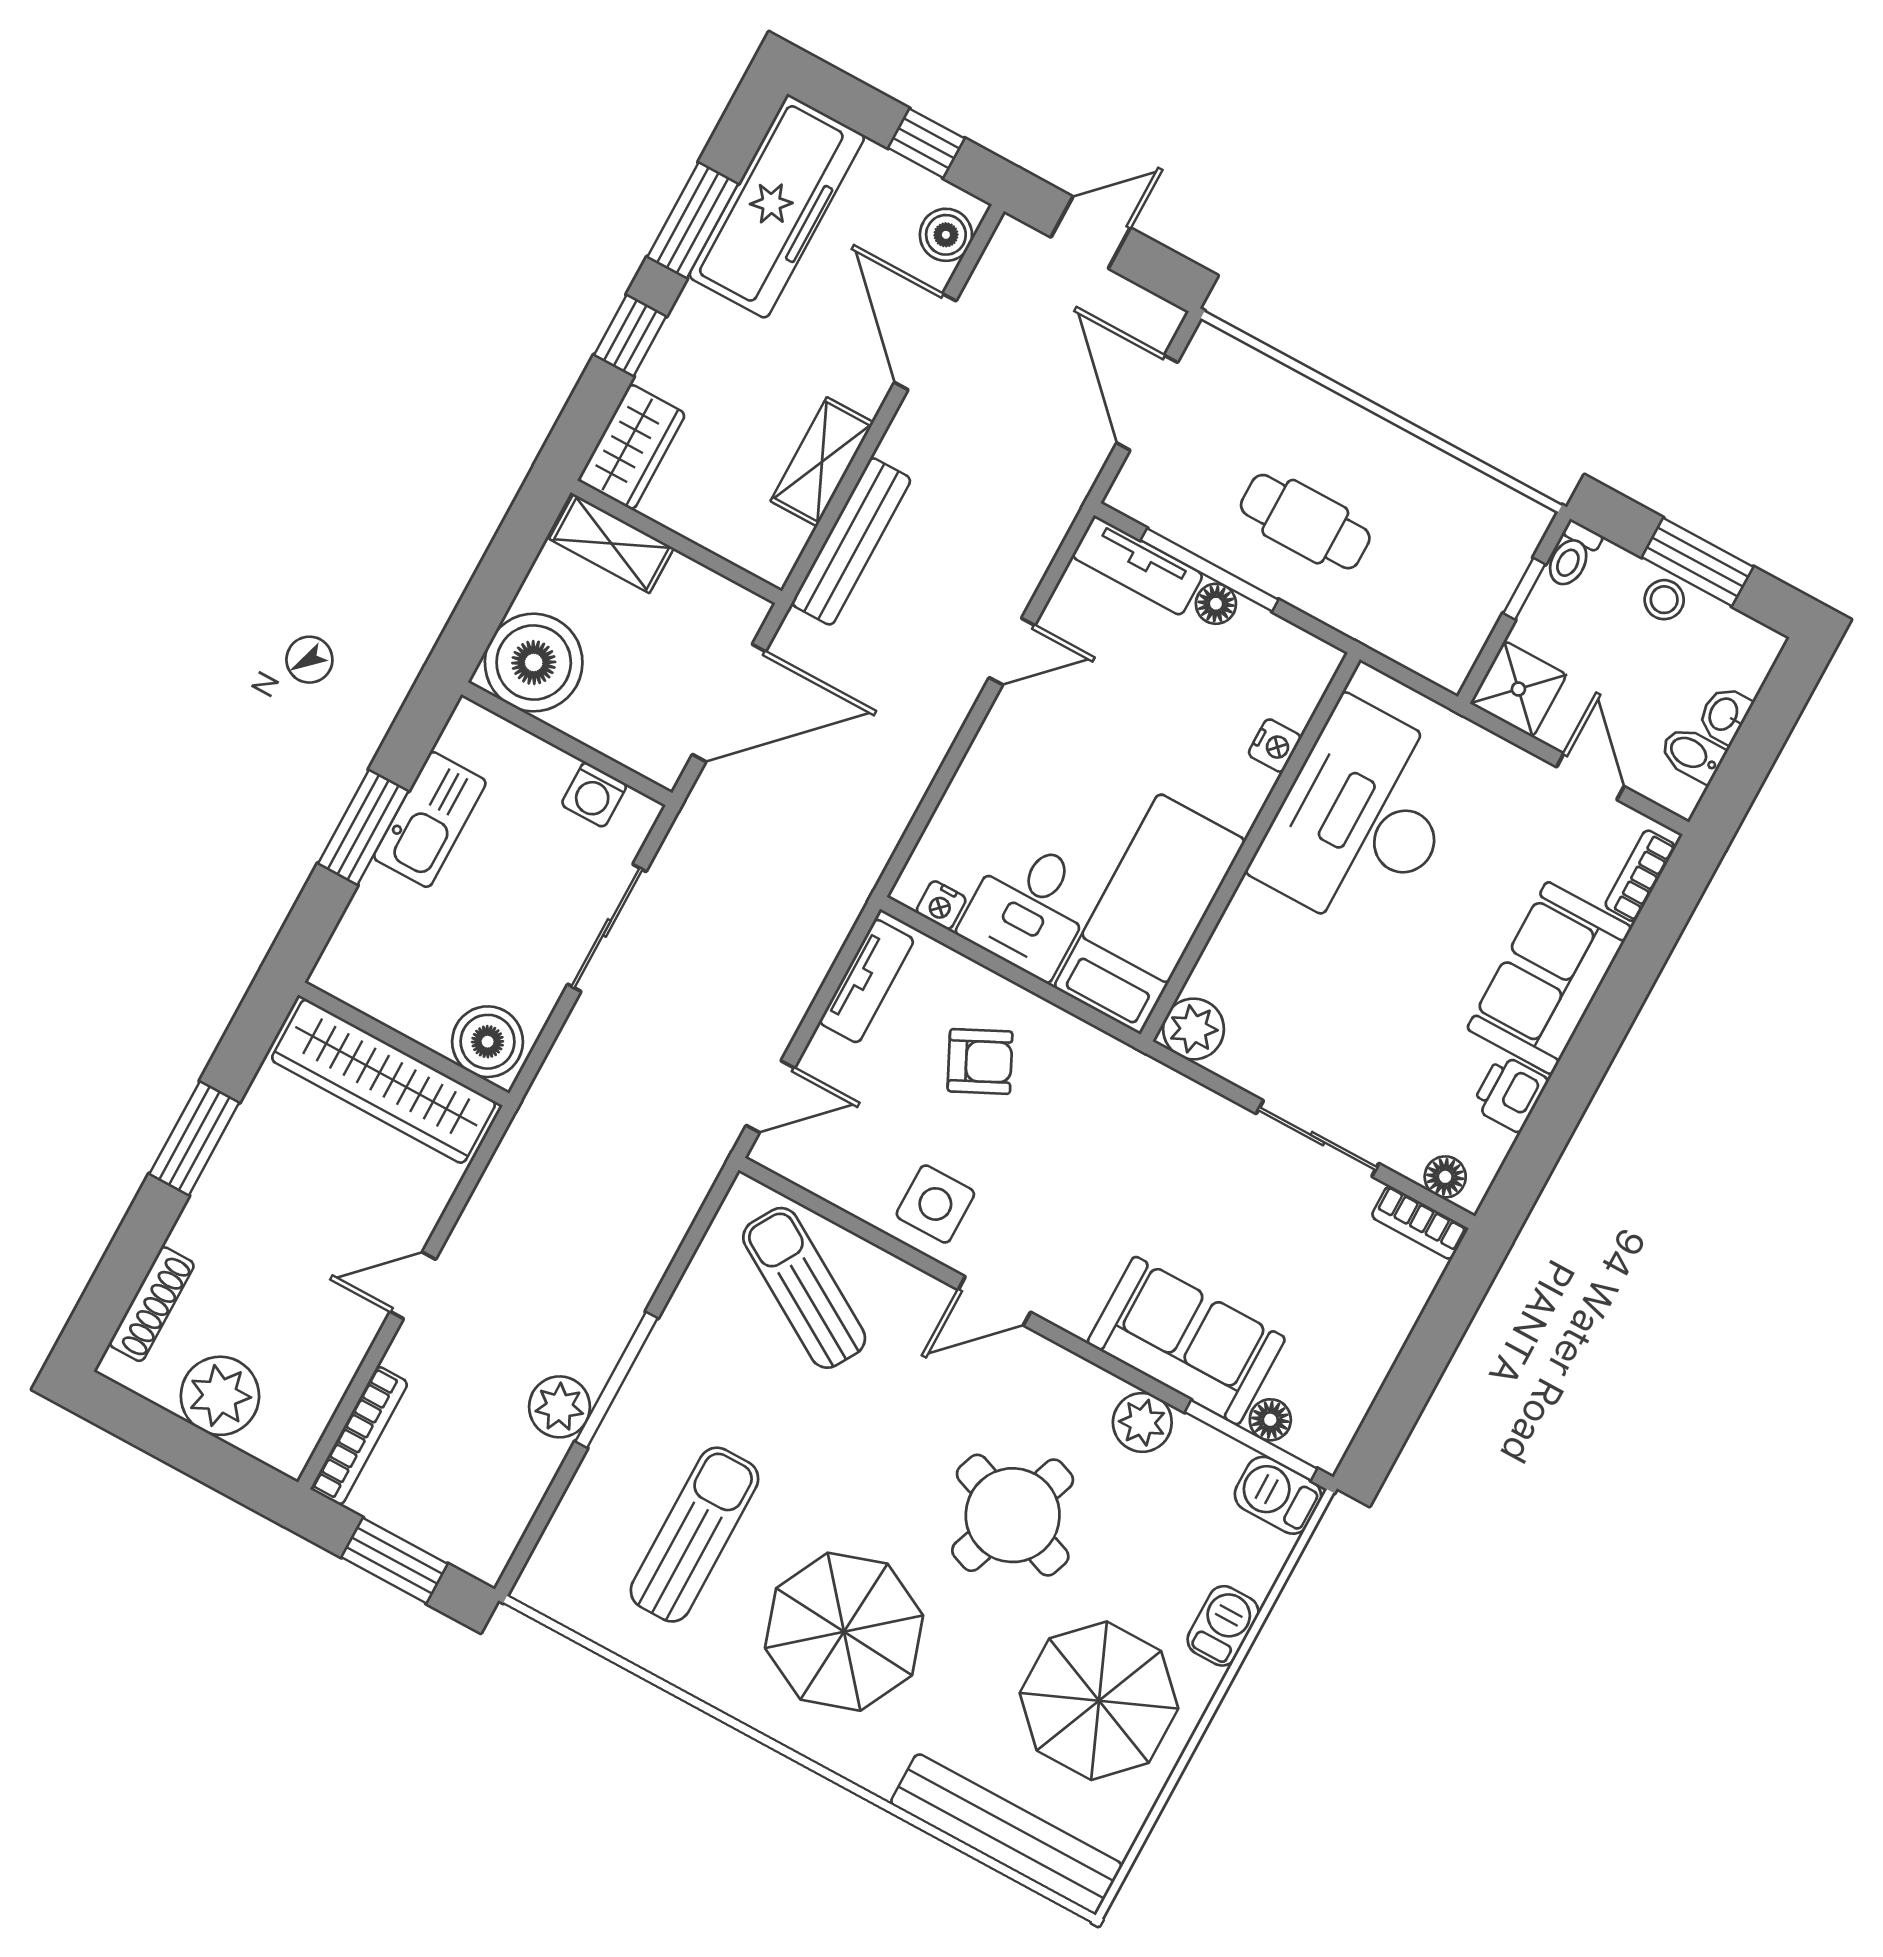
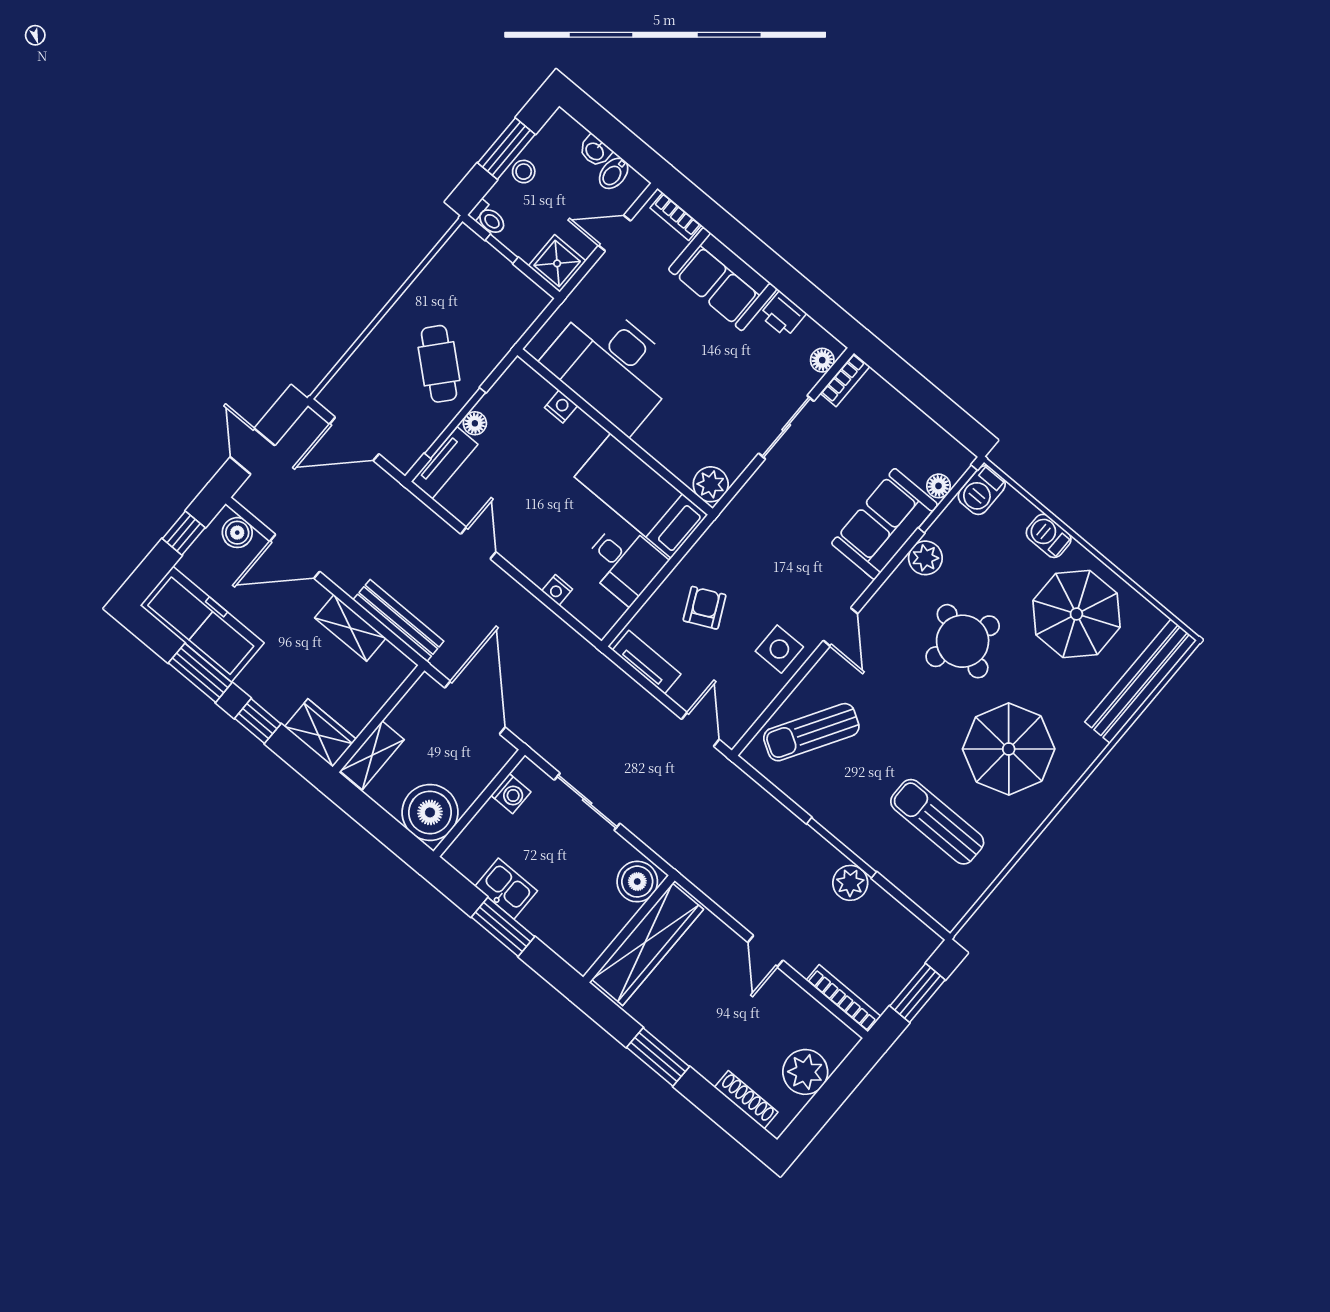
cafe table: (1305, 522) -> (439, 364), turned -49
kitchen sink: (430, 820) -> (506, 889), width x0.73
nightstand: (941, 905) -> (557, 590), moved, turned 90

